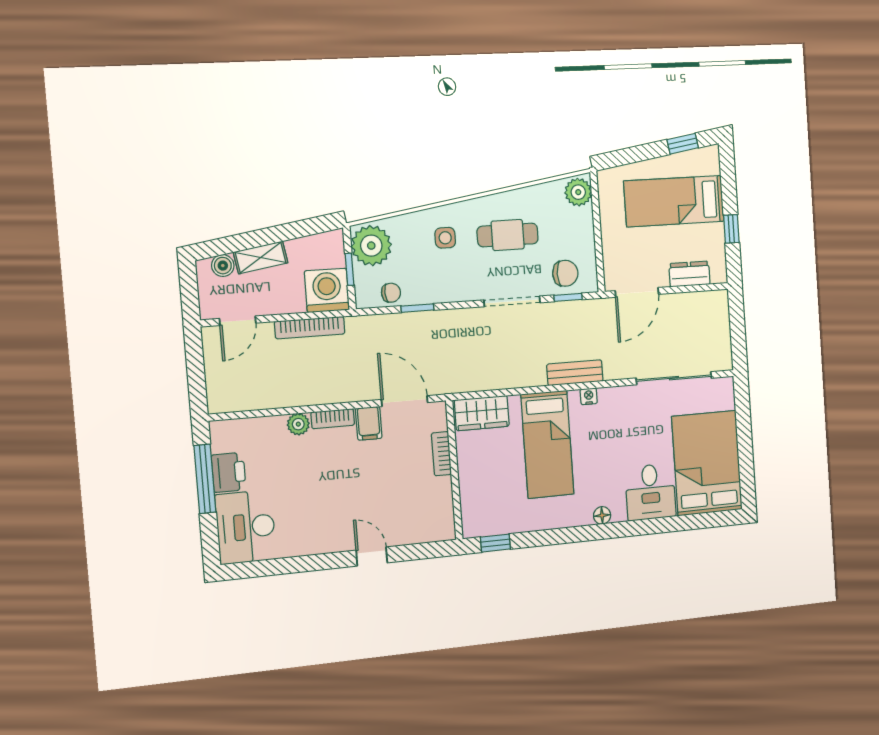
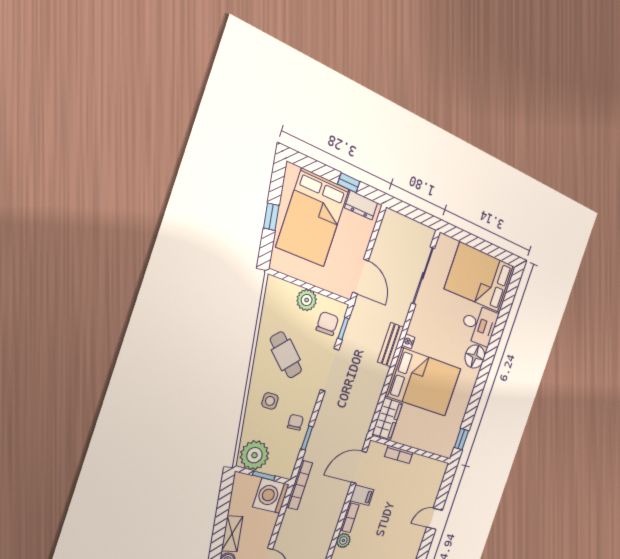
window: (683, 144) -> (271, 217), moved
plant: (578, 192) -> (307, 300), moved
bed: (674, 201) -> (313, 218), width x1.50
cafe table: (508, 235) -> (286, 355), turned -47
dresser: (690, 274) -> (361, 205), moved, turned -90
chair: (391, 293) -> (295, 422), moved
bookcase: (310, 328) -> (299, 485), moved
bed: (547, 444) -> (423, 382), width x1.50
floor lamp: (602, 515) -> (475, 357), width x1.89, depth x1.89

